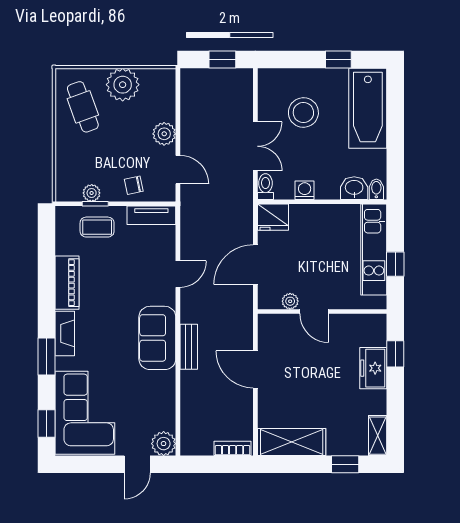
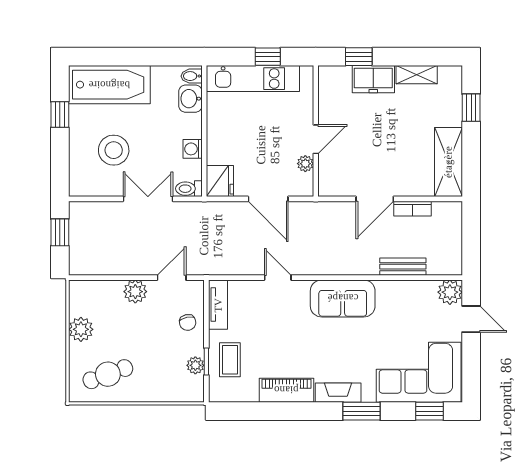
plant: (123, 85) -> (81, 329), width x0.73, depth x0.73
bench: (189, 347) -> (403, 267), moved
shelving: (378, 436) -> (417, 75), moved
bookcase: (233, 448) -> (412, 209), moved, turned -90

